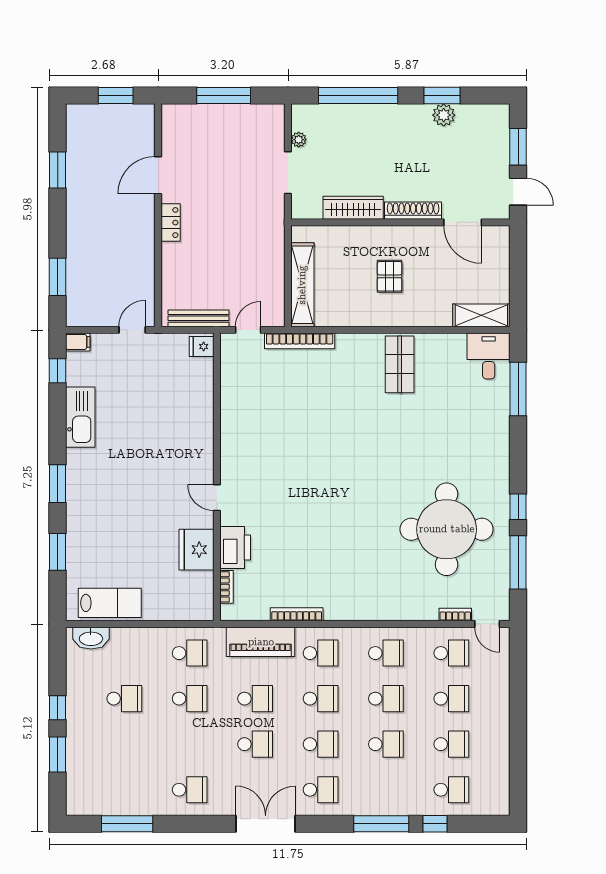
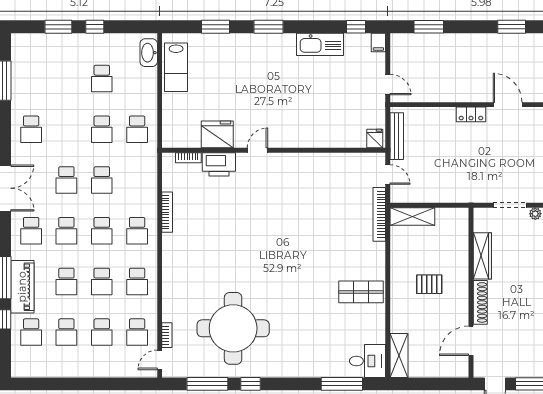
shelving: (302, 285) -> (412, 217), width x0.68
piano: (261, 642) -> (22, 287), moved, turned 180

